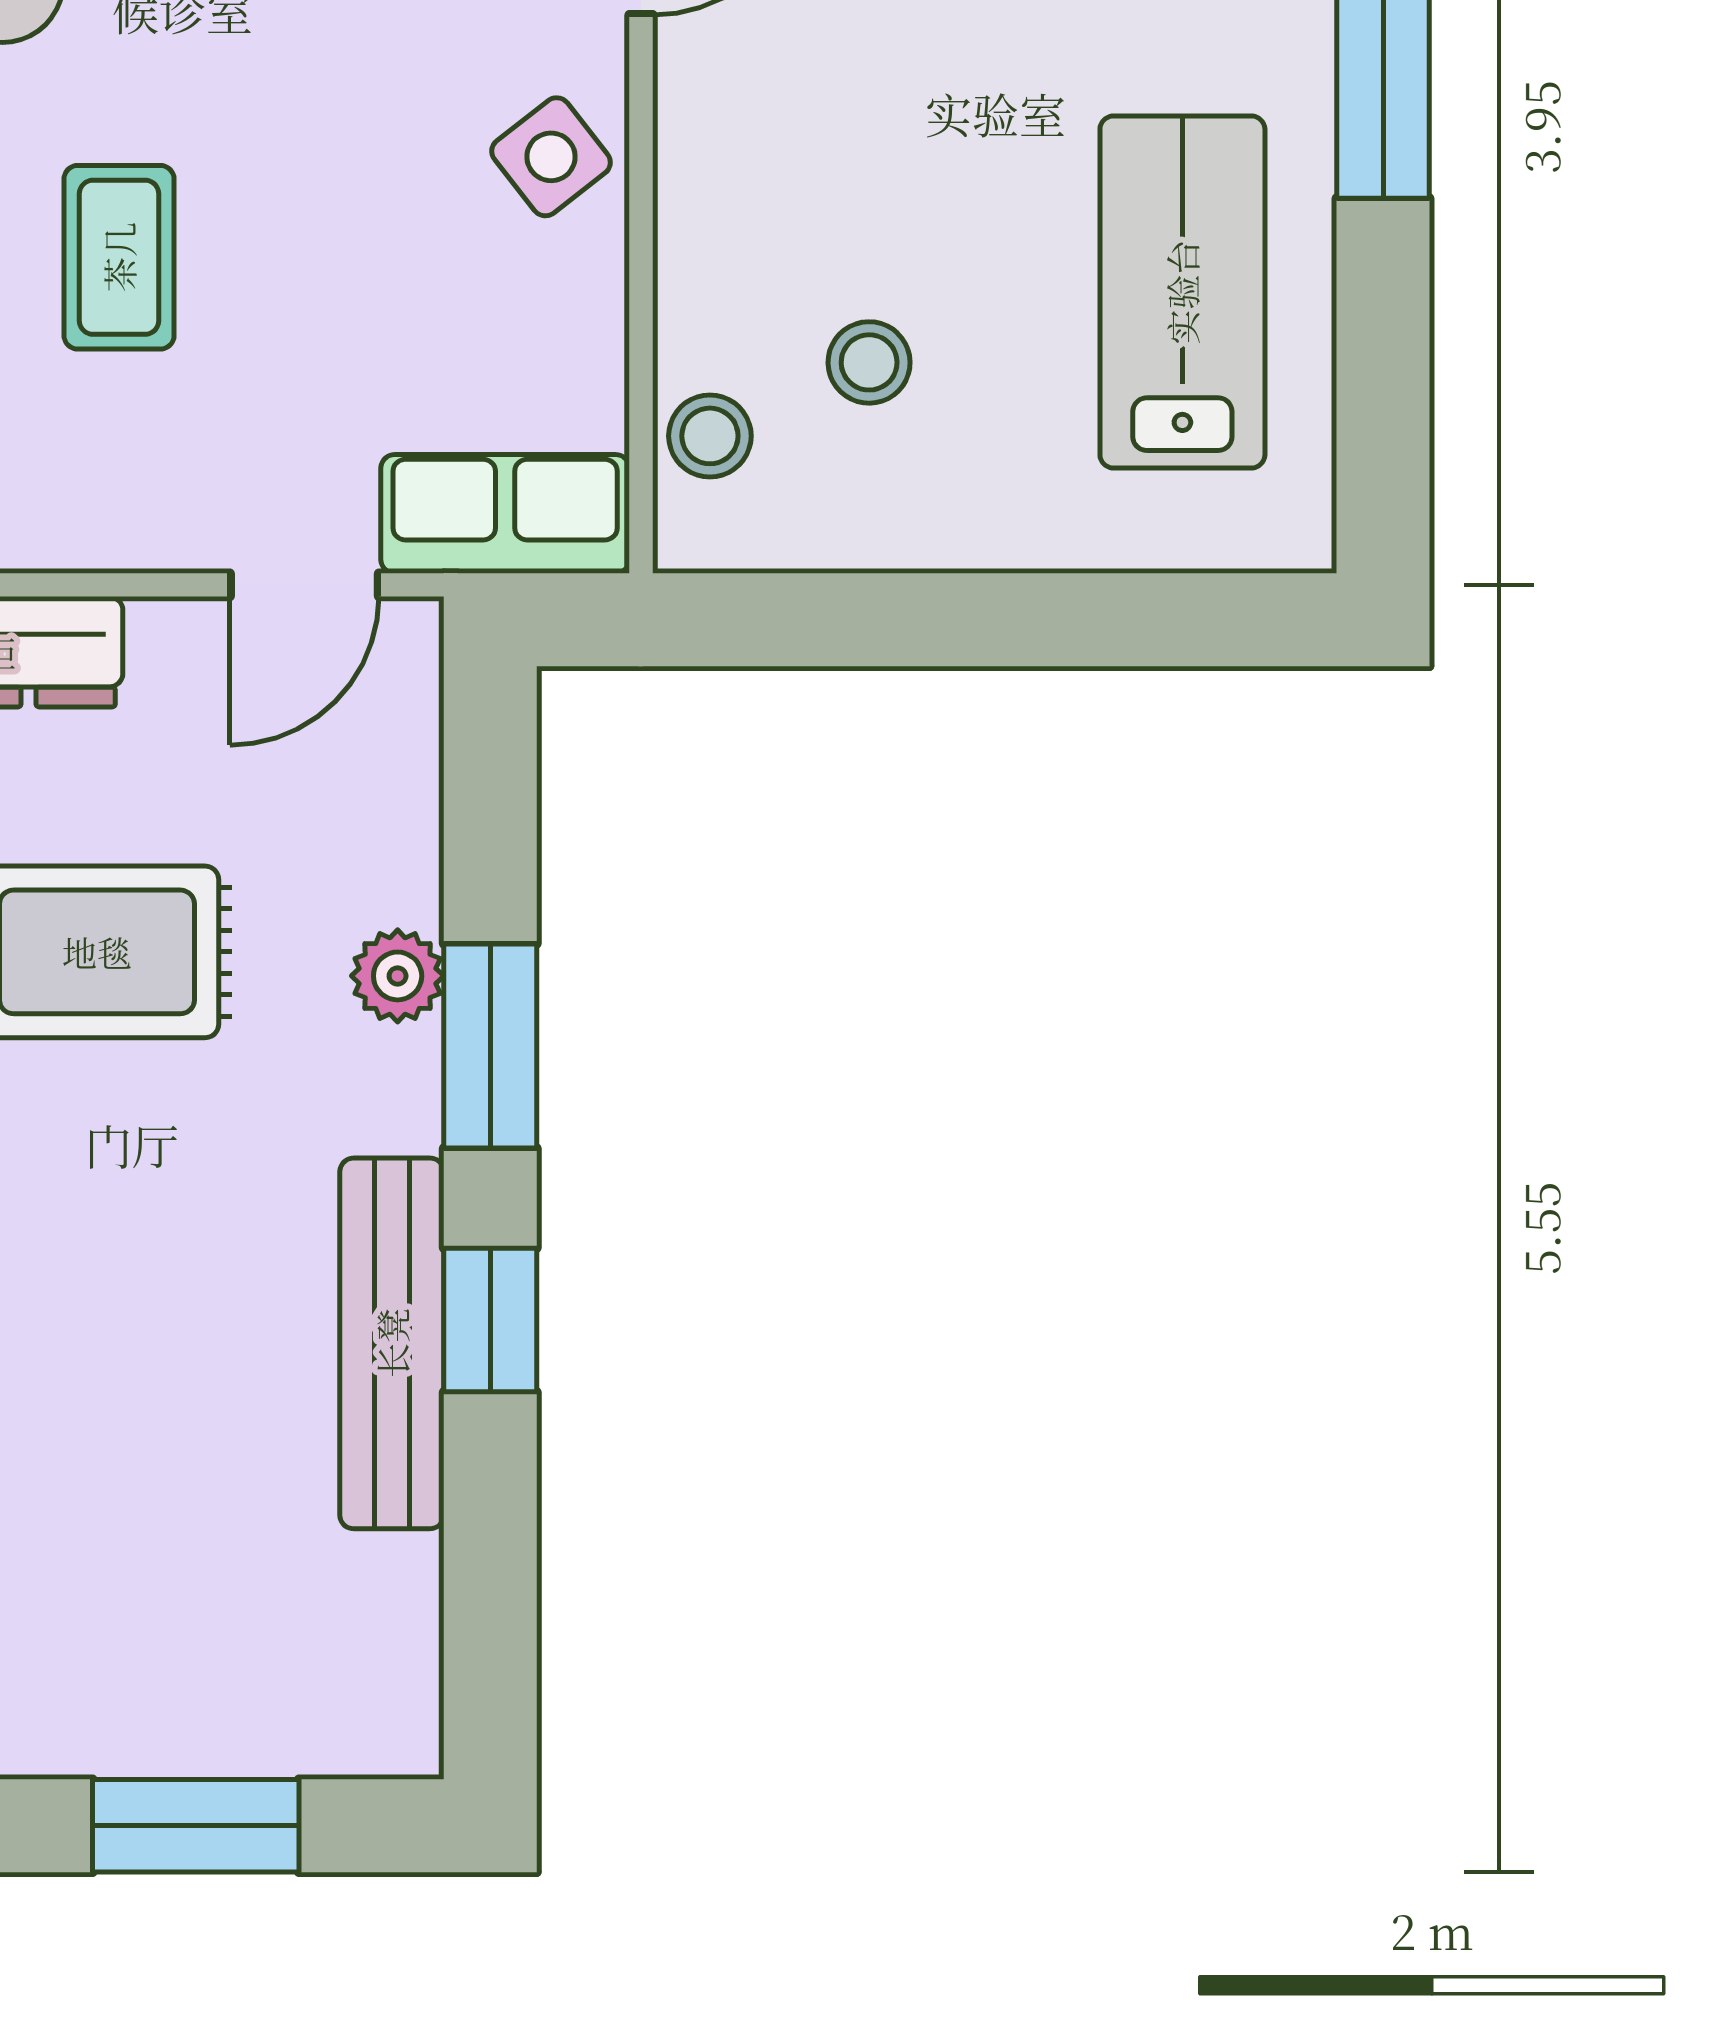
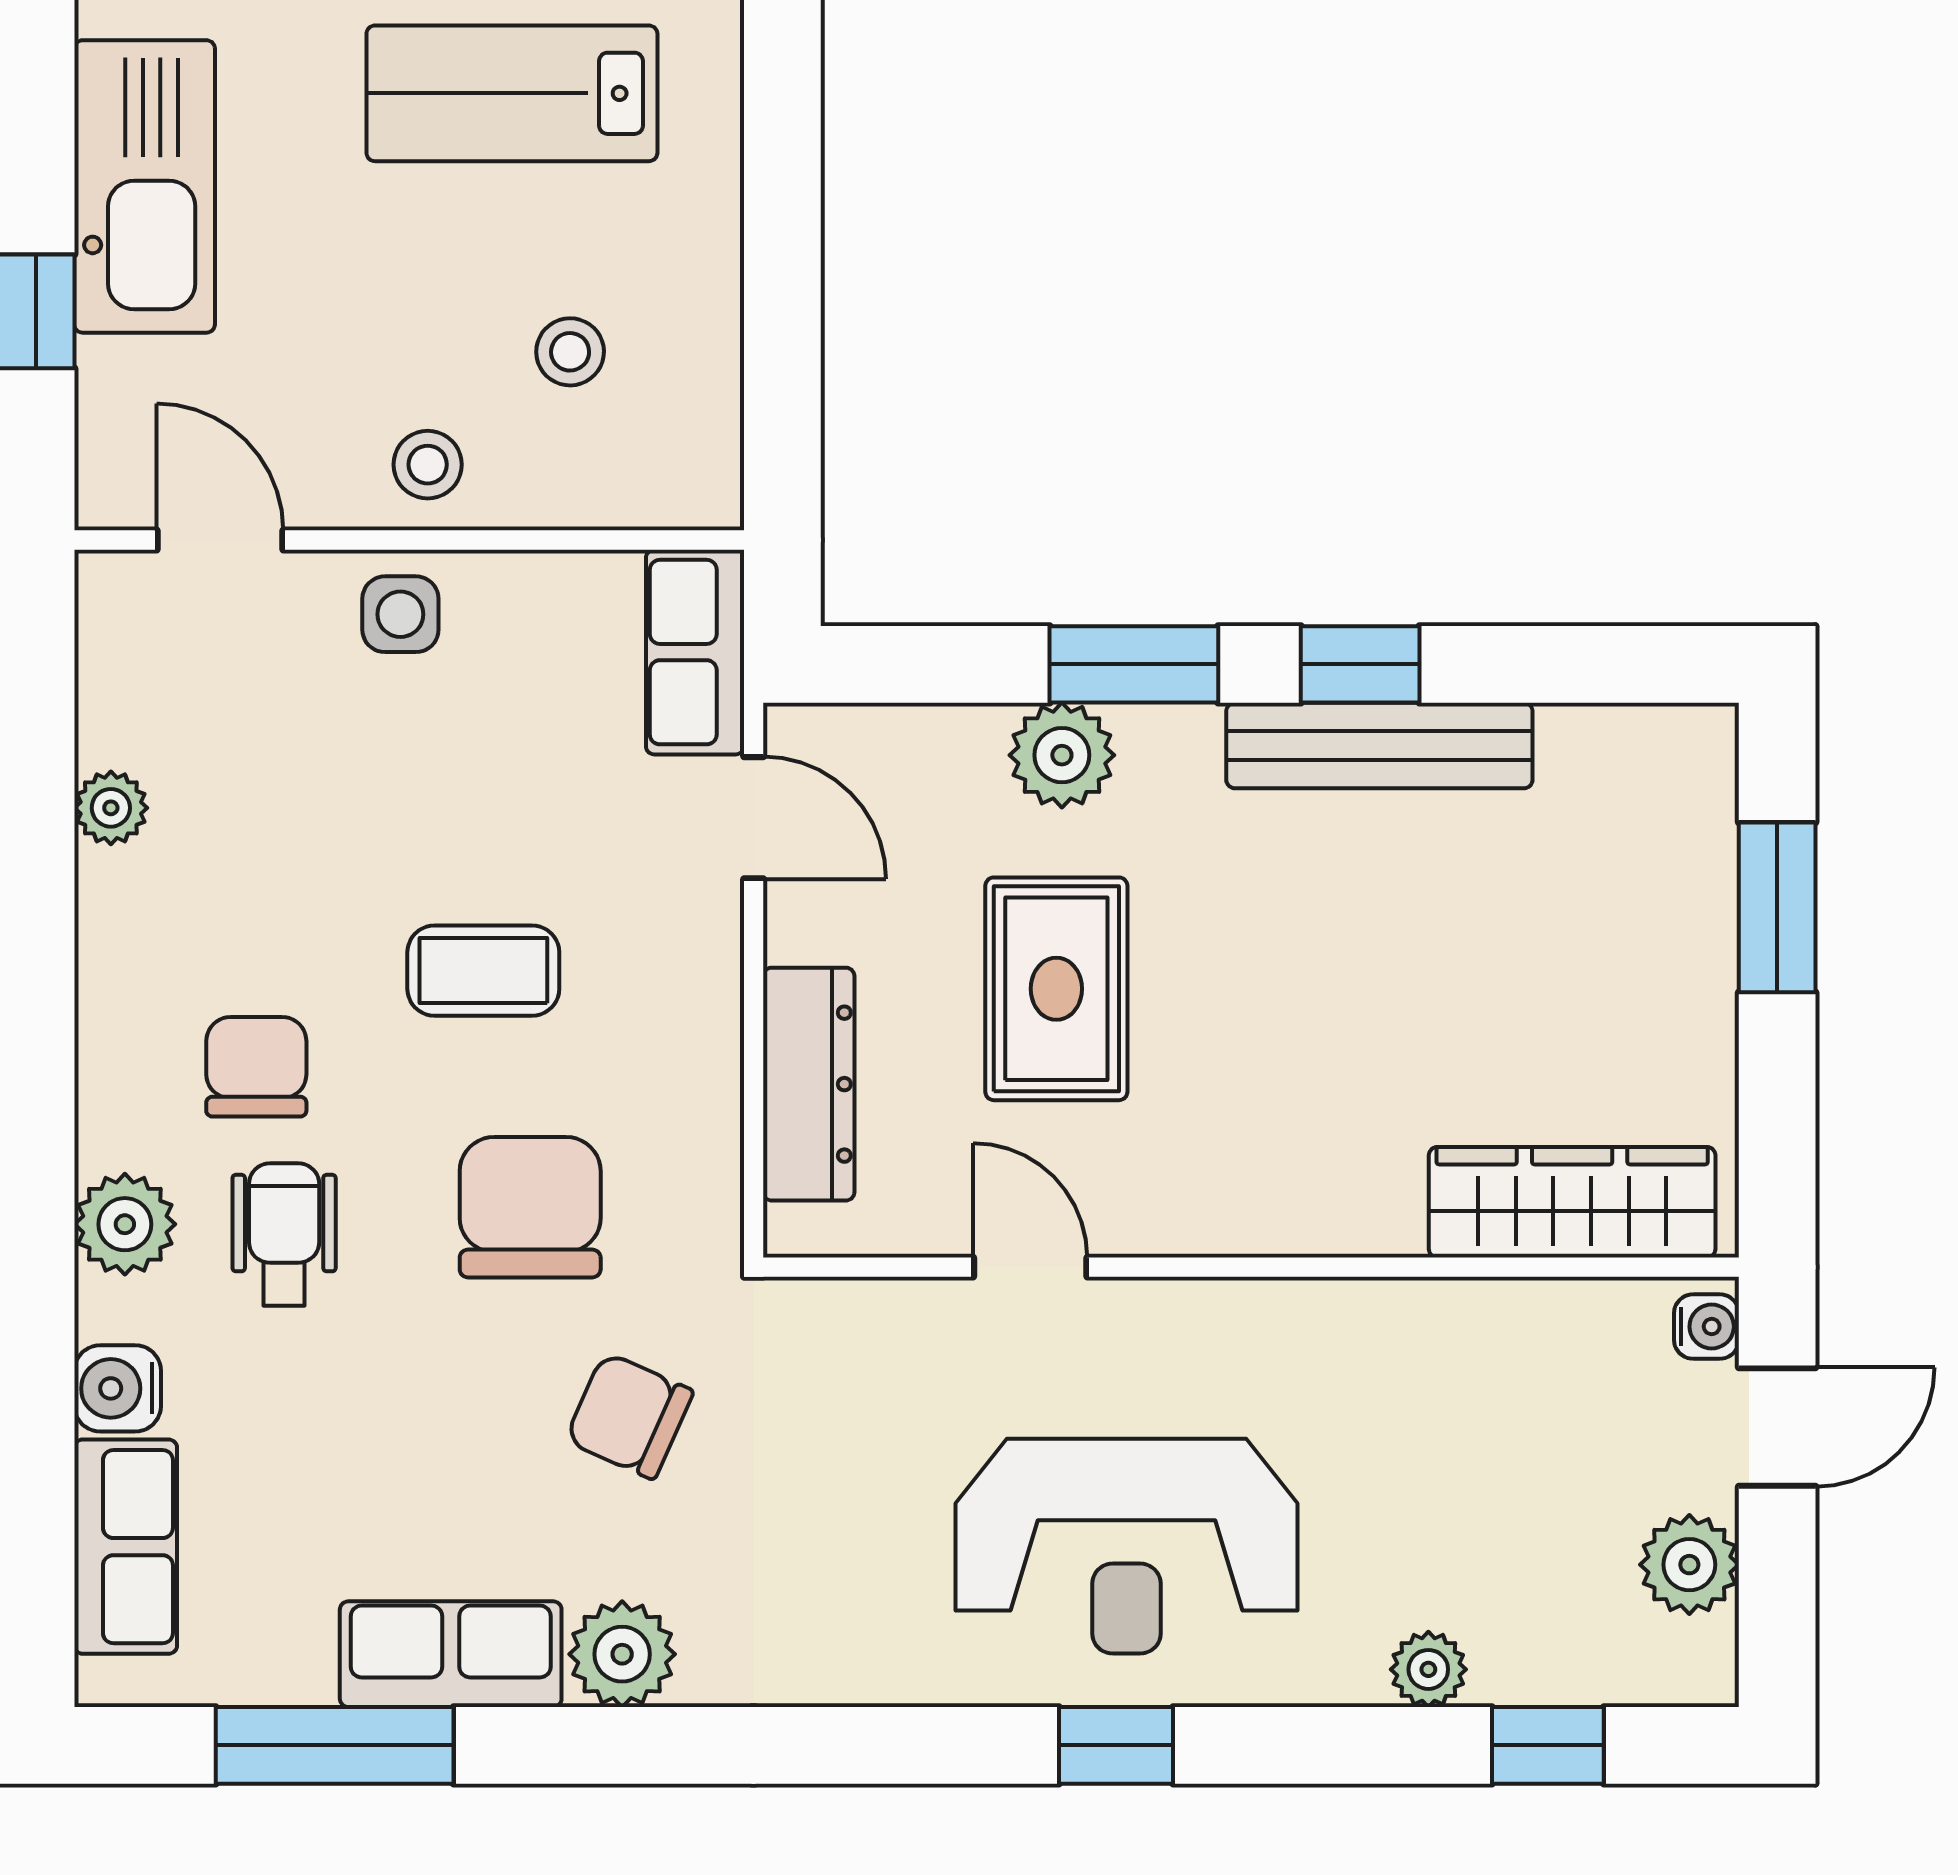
side table: (551, 157) -> (400, 614), turned 38
stool: (710, 436) -> (428, 465), moved
plant: (398, 976) -> (1062, 755), width x1.38, depth x1.38

